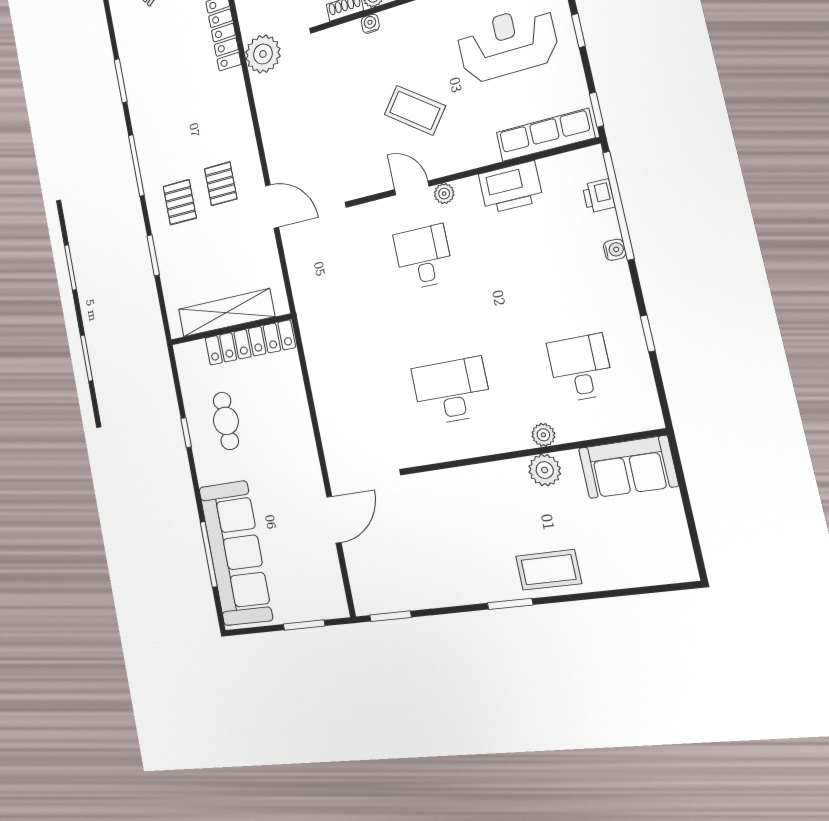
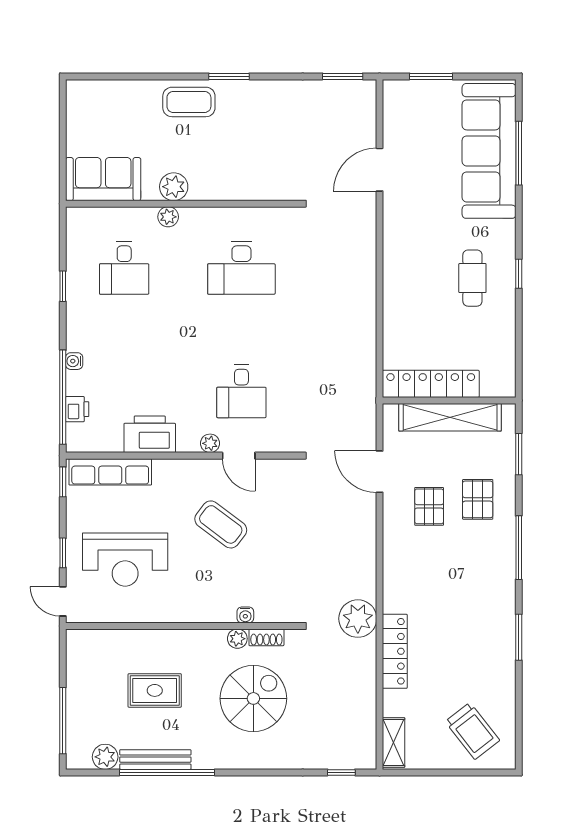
shelving: (226, 313) -> (450, 417), moved
wall: (230, 330) -> (449, 400), moved
locker: (250, 343) -> (431, 384), moved

